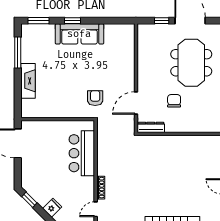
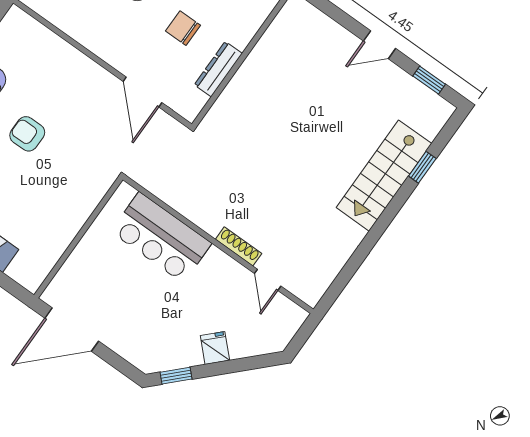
armchair: (95, 98) -> (27, 134), moved
dresser: (151, 127) -> (218, 69), moved

